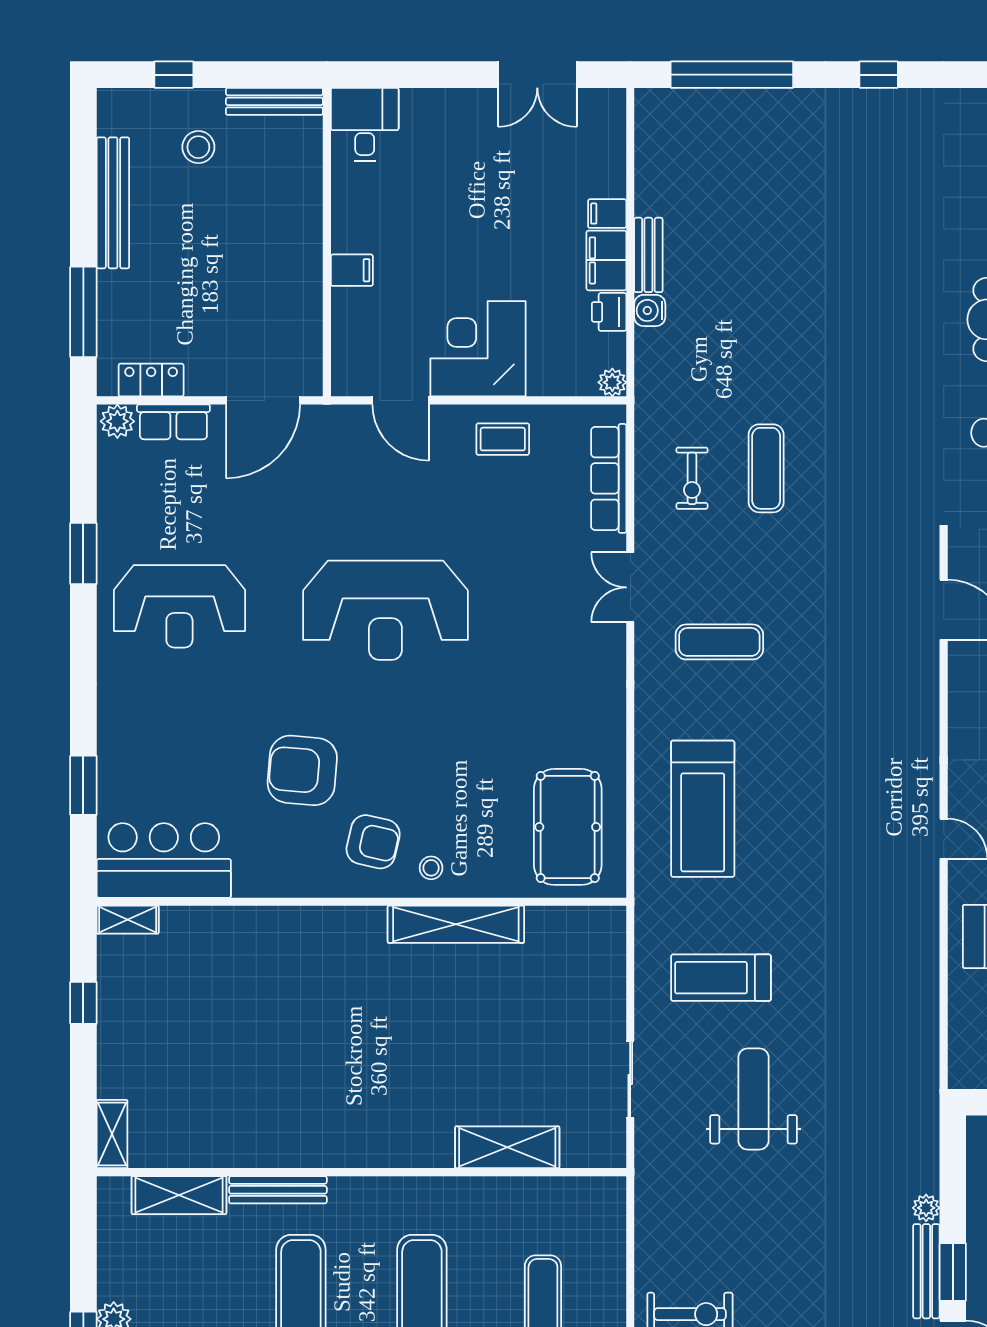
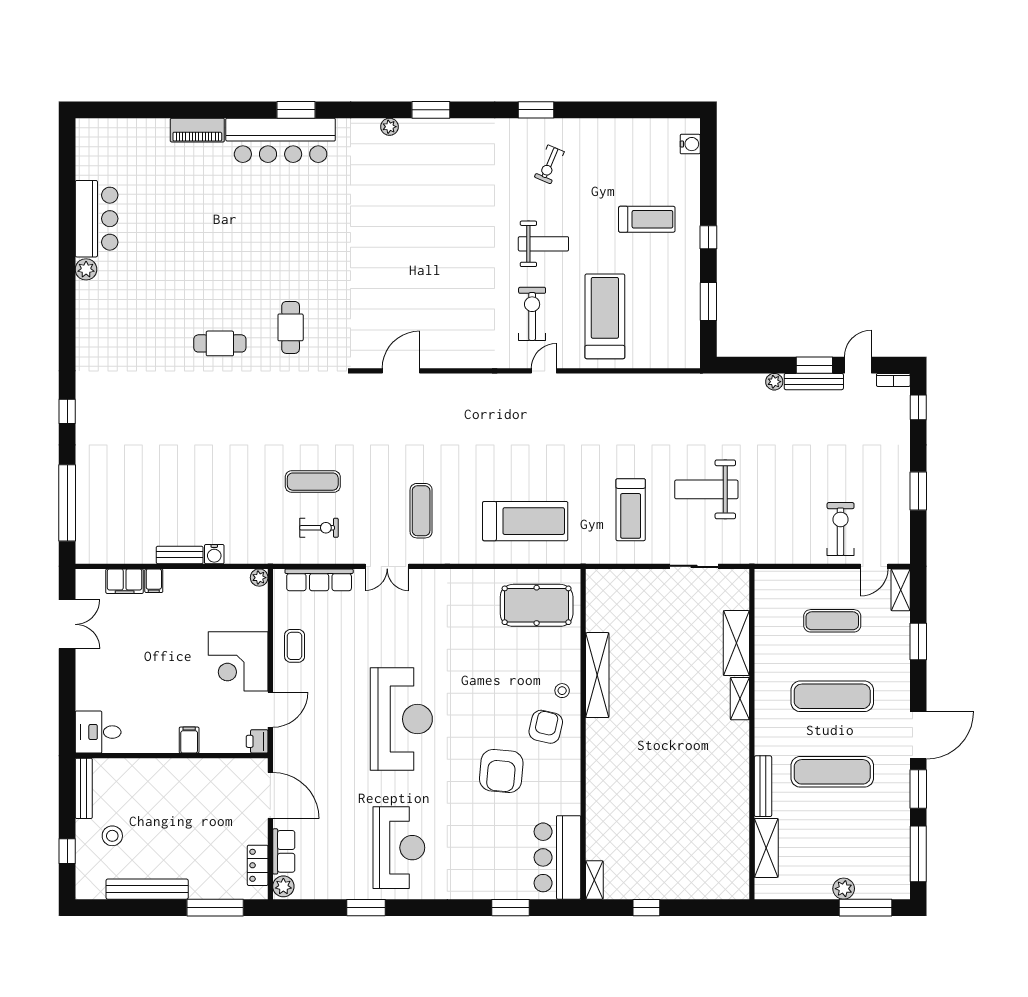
filing cabinet: (606, 260) -> (125, 581), moved
printer: (609, 312) -> (257, 741), moved, turned 90
shelving: (112, 1134) -> (740, 699), moved, turned 90

